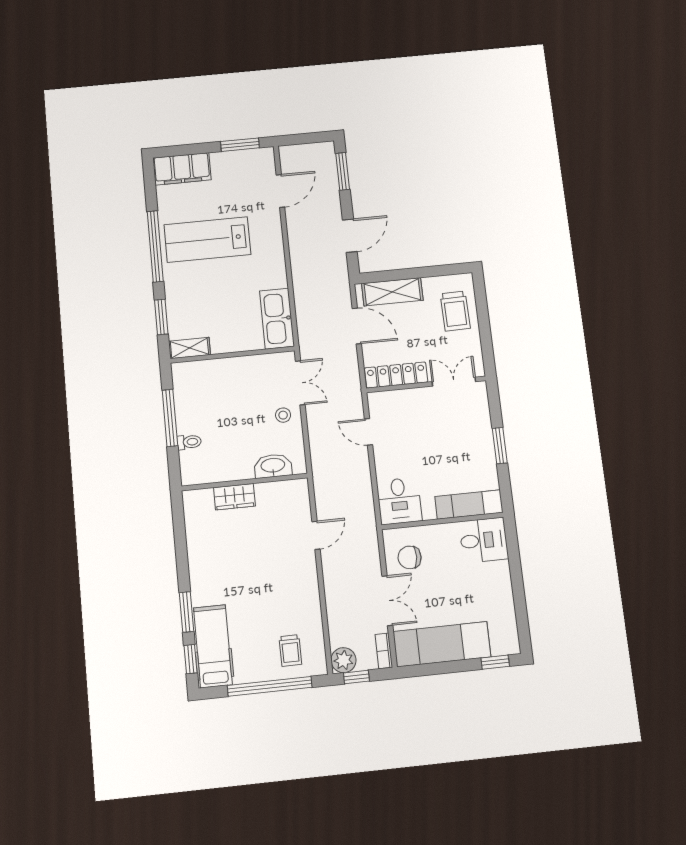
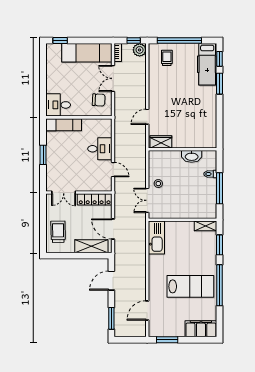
washbasin: (273, 466) -> (192, 156), moved
wardrobe: (234, 497) -> (161, 142), moved
desk: (399, 501) -> (100, 149), moved, turned 90

